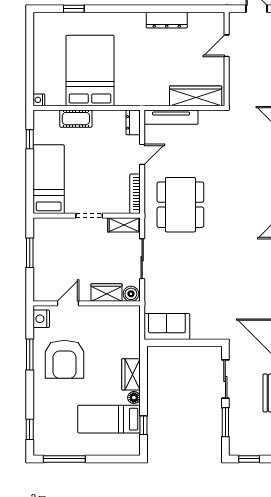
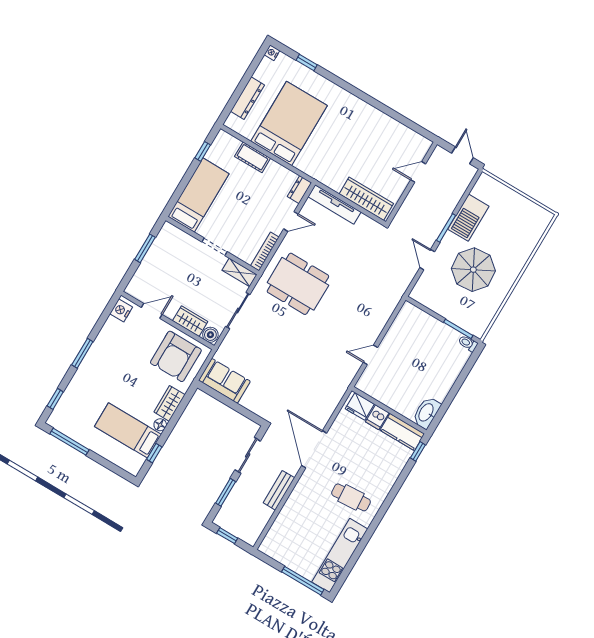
dresser: (167, 20) -> (247, 98), moved, turned -90
nightstand: (39, 100) -> (272, 53), moved
dining table: (180, 205) -> (298, 284), turned 90
window: (30, 355) -> (82, 353), moved
armchair: (64, 359) -> (176, 356), moved

